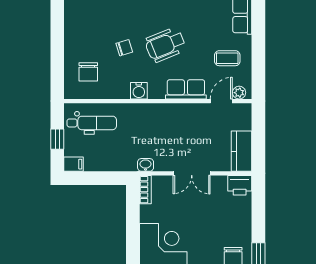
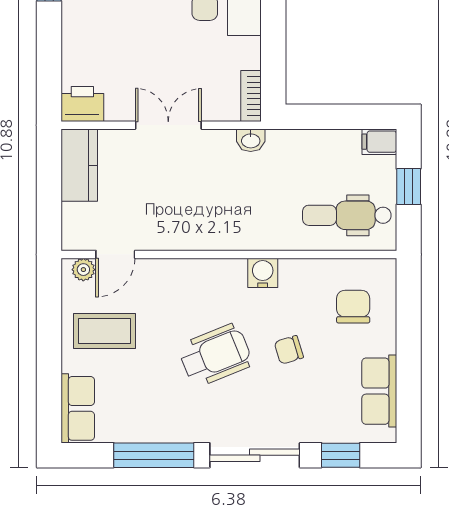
coffee table: (227, 58) -> (104, 331), width x1.36, depth x1.30
row of seats: (186, 89) -> (379, 391), moved, turned 90

